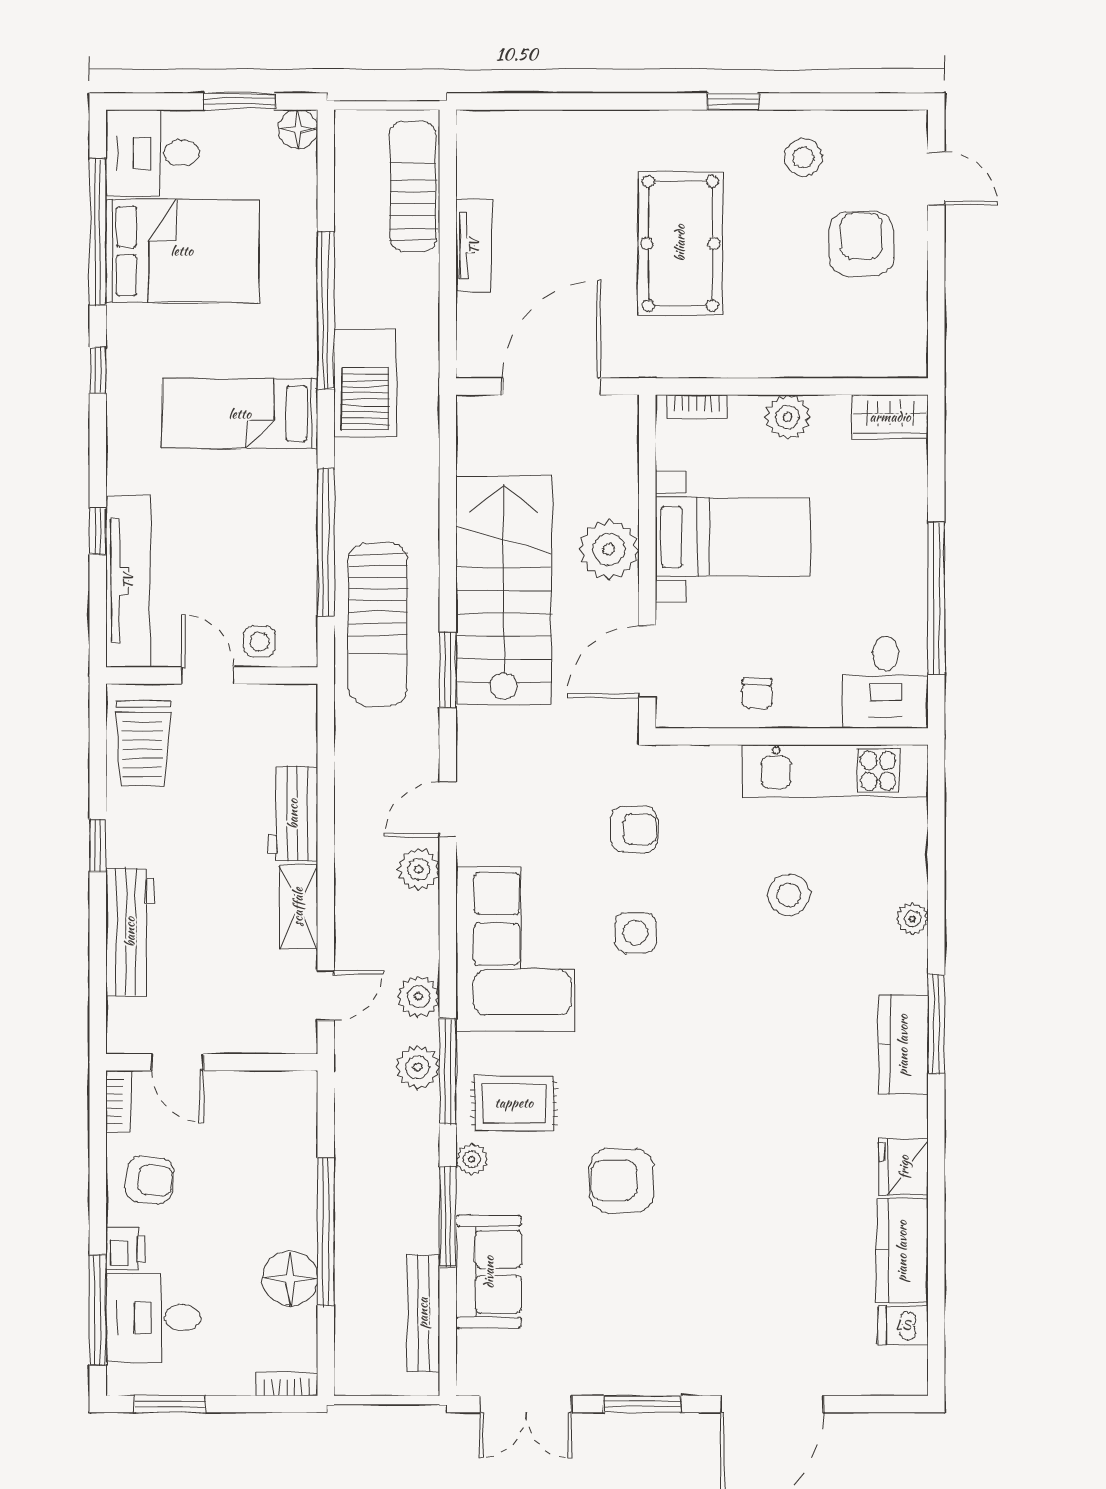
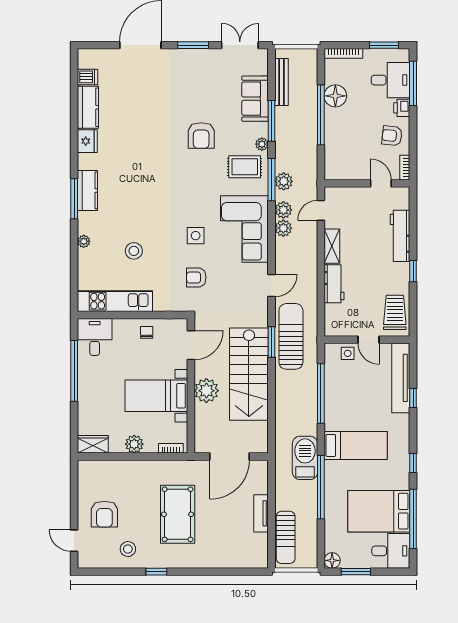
sun lounger: (378, 624) -> (291, 336), moved
plant: (419, 869) -> (283, 228), moved
armchair: (622, 1180) -> (201, 136), turned 90
bookcase: (287, 1384) -> (343, 53), width x1.56

